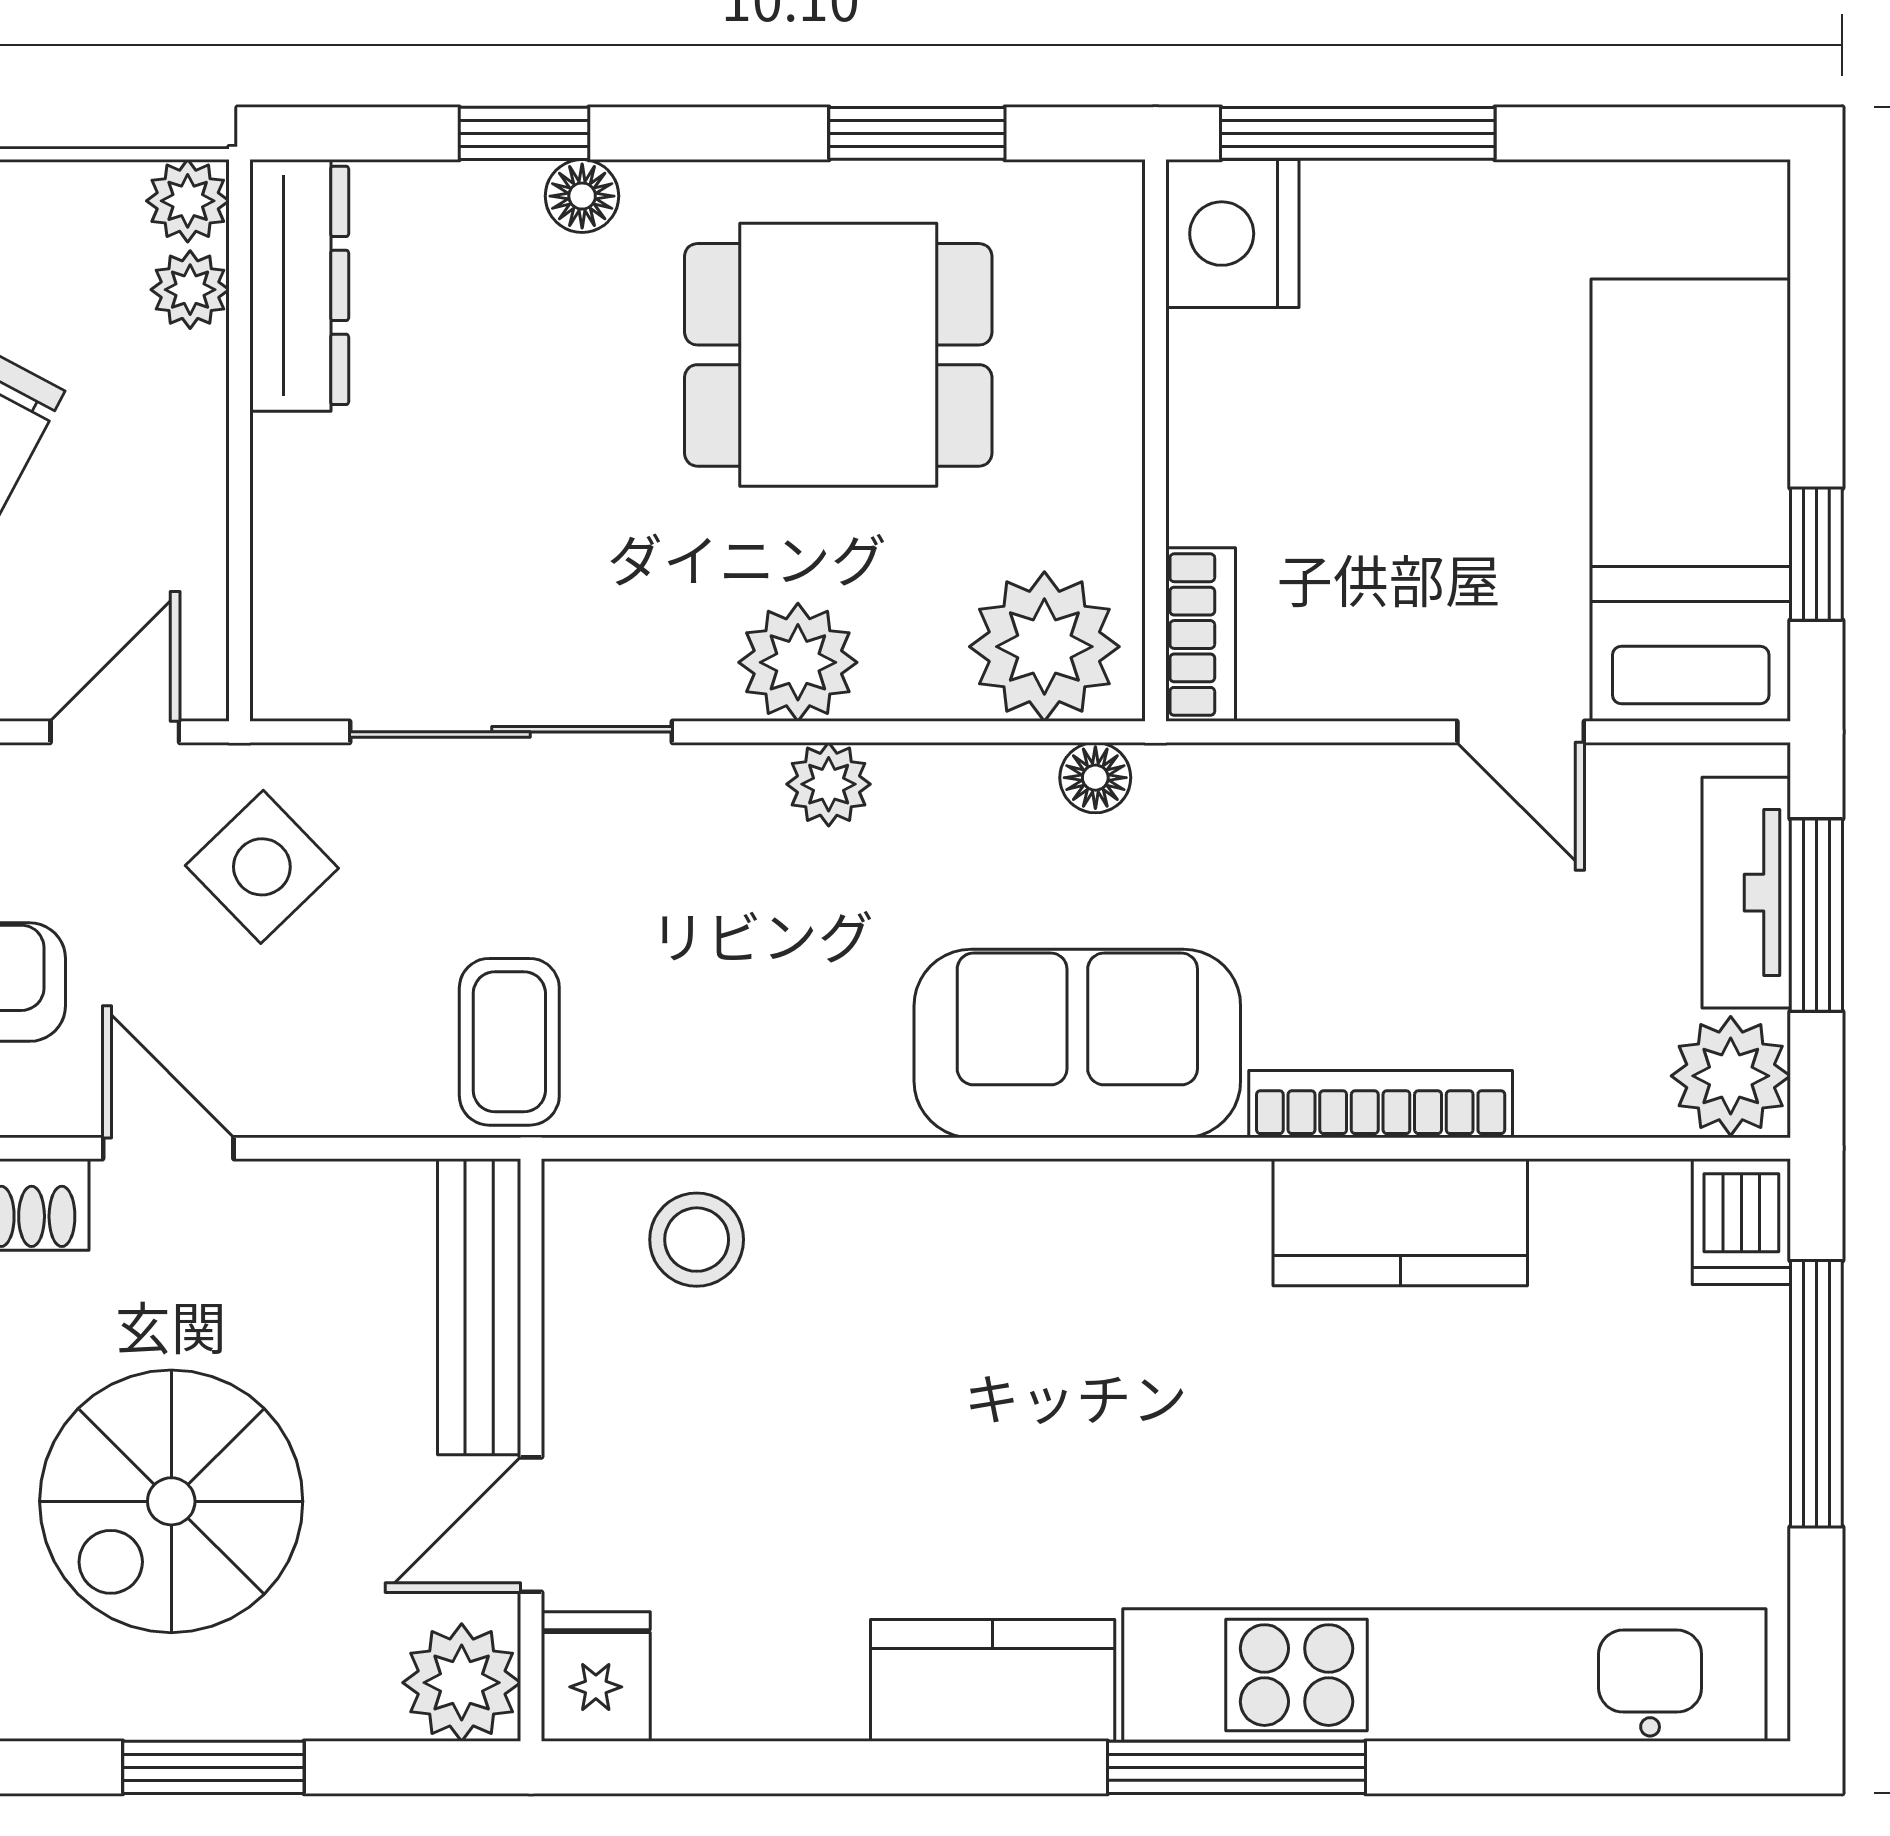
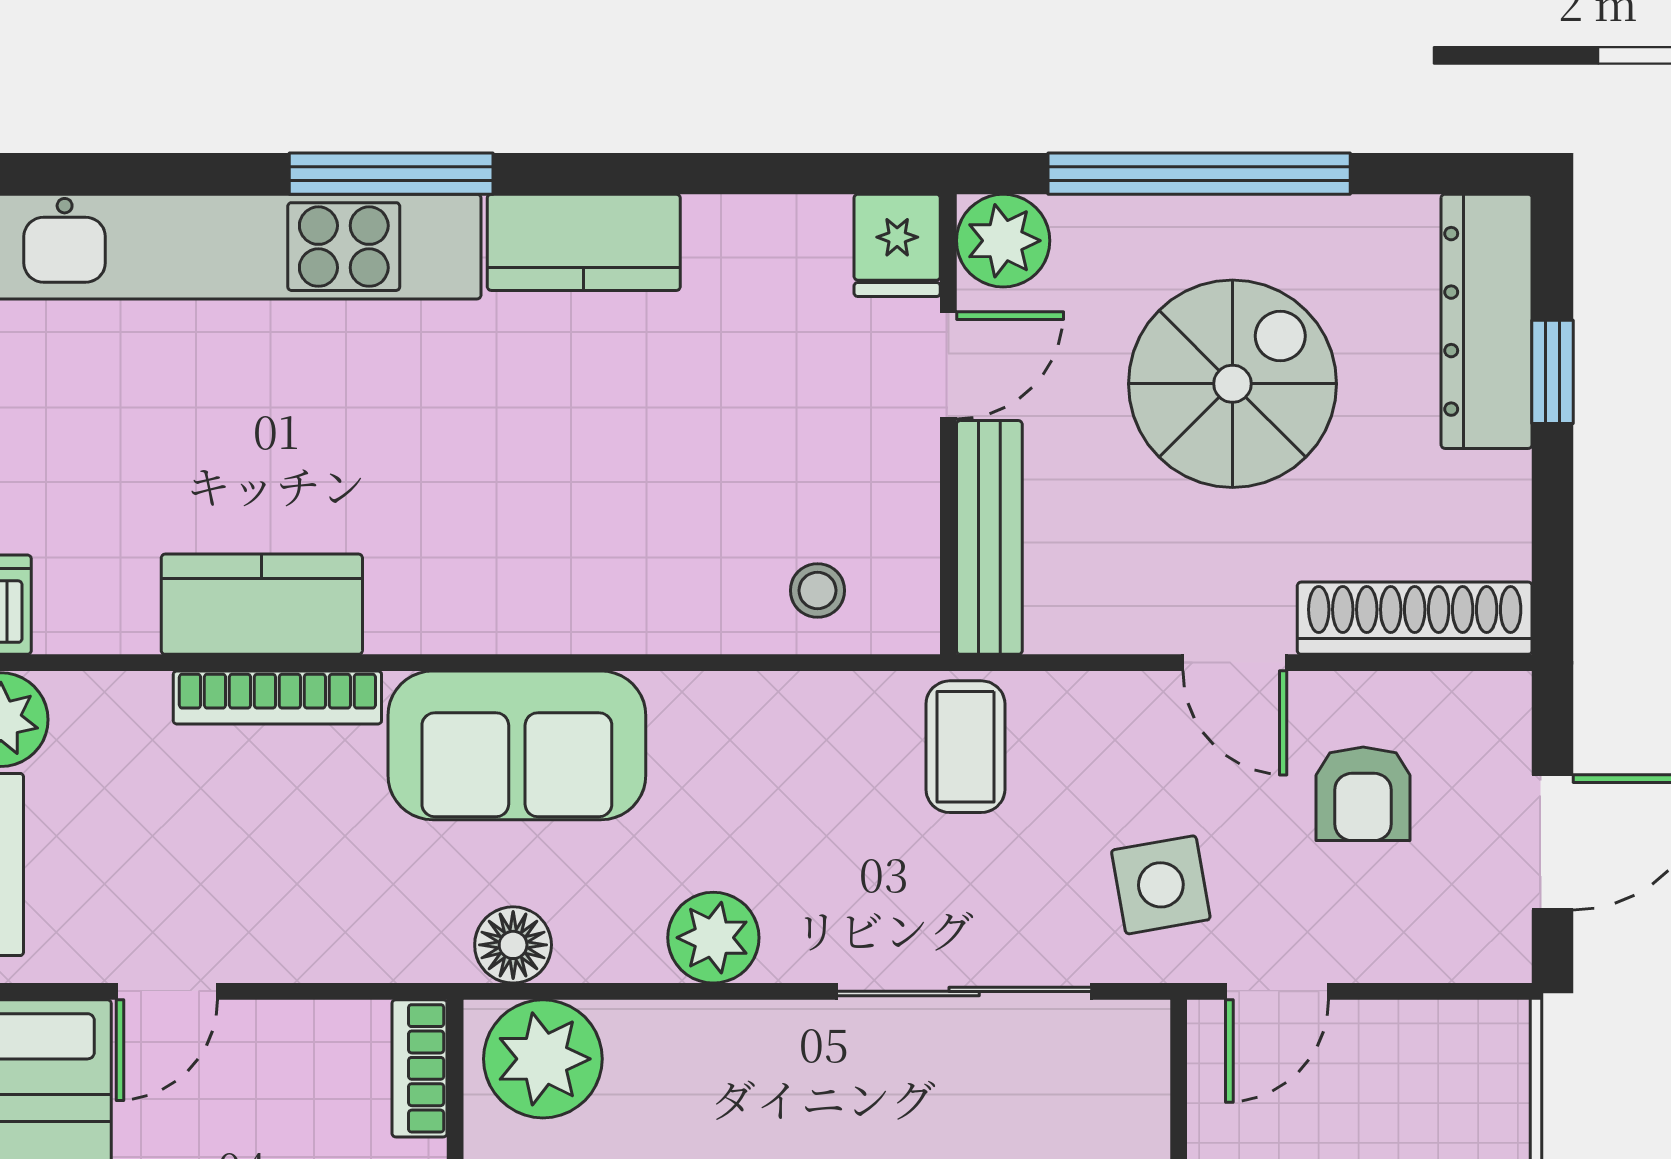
plant: (798, 662) -> (738, 1046), removed
door: (1521, 732) -> (167, 991), swing flipped
floor lamp: (1095, 778) -> (513, 945), width x1.37, depth x1.37
plant: (829, 784) -> (713, 938), width x1.38, depth x1.38
side table: (262, 867) -> (1161, 885), turned 34
stool: (697, 1240) -> (818, 590), width x0.73, depth x0.73
window: (213, 1767) -> (1199, 174), width x2.11

